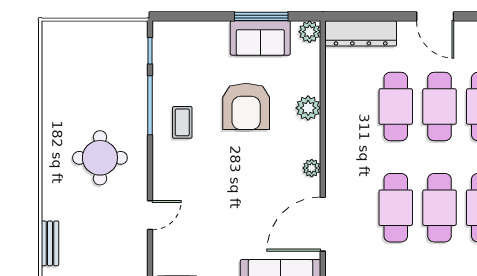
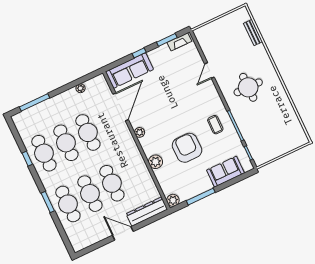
door: (435, 16) -> (123, 233), moved
sofa: (260, 38) -> (226, 172), moved

